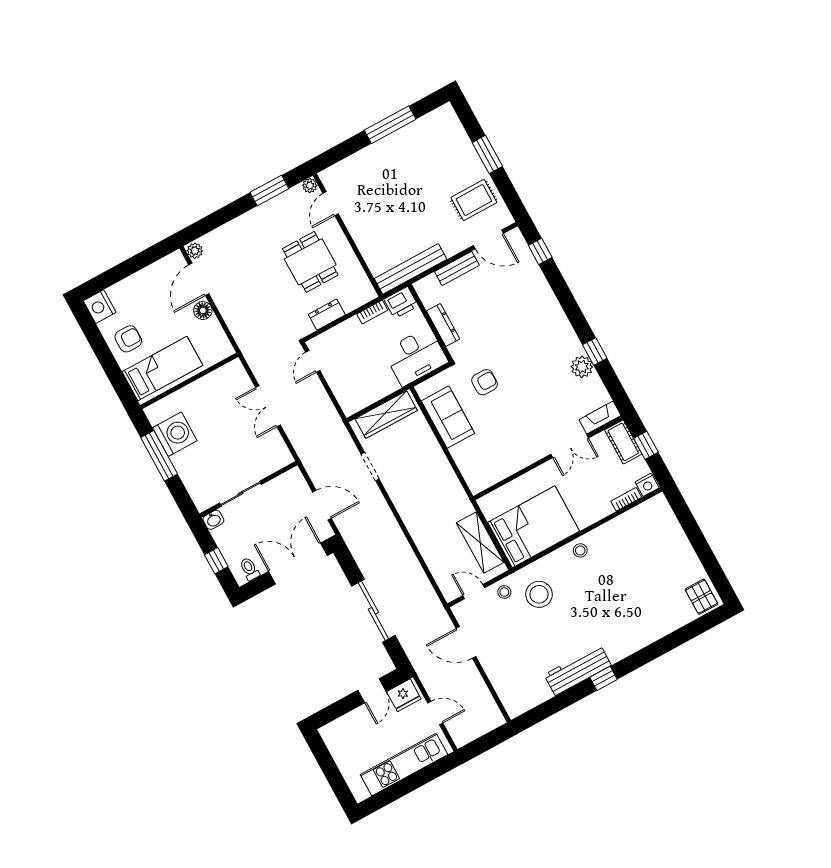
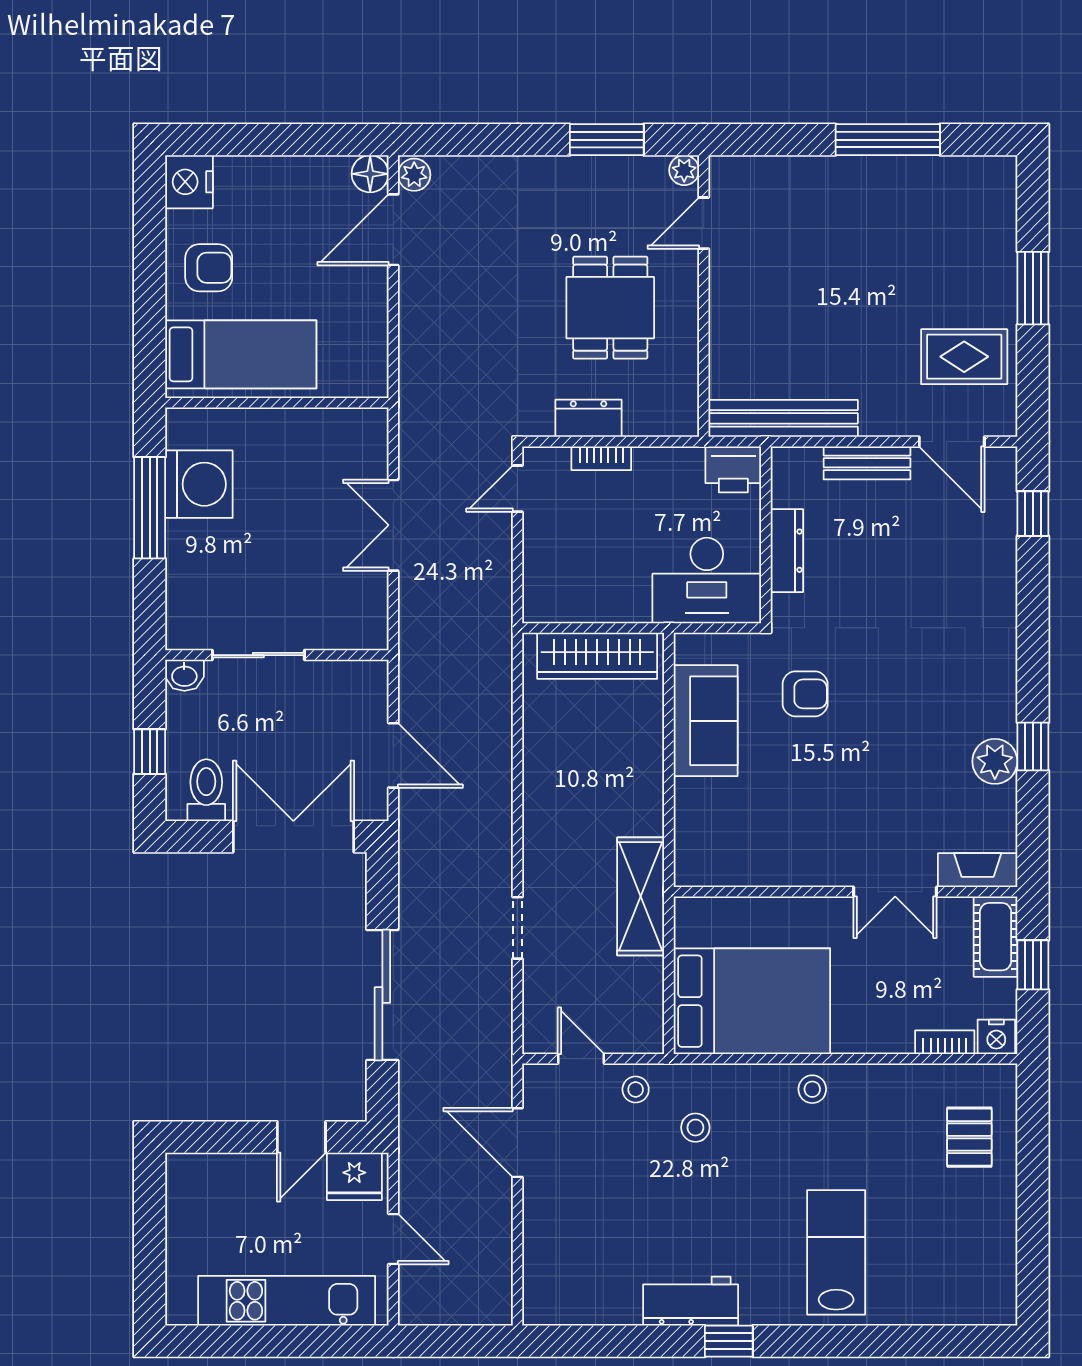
floor lamp: (203, 311) -> (370, 174), moved
bookcase: (372, 312) -> (601, 458), moved
doorway: (370, 467) -> (517, 928), moved
shelving: (480, 542) -> (641, 896), moved
toilet: (250, 569) -> (206, 790), width x1.37, depth x1.39
stool: (539, 594) -> (695, 1128), width x0.53, depth x0.53
pallet: (701, 597) -> (969, 1137), moved
lab bench: (629, 615) -> (836, 1252), added
workbench: (578, 670) -> (691, 1301), width x0.73

